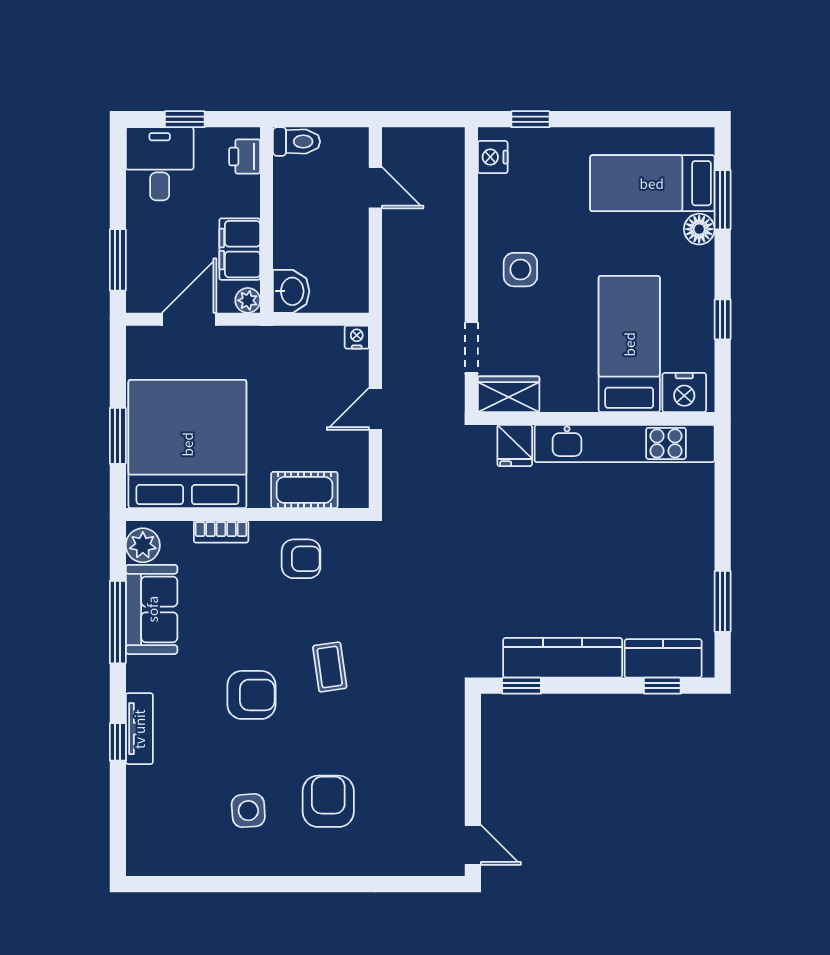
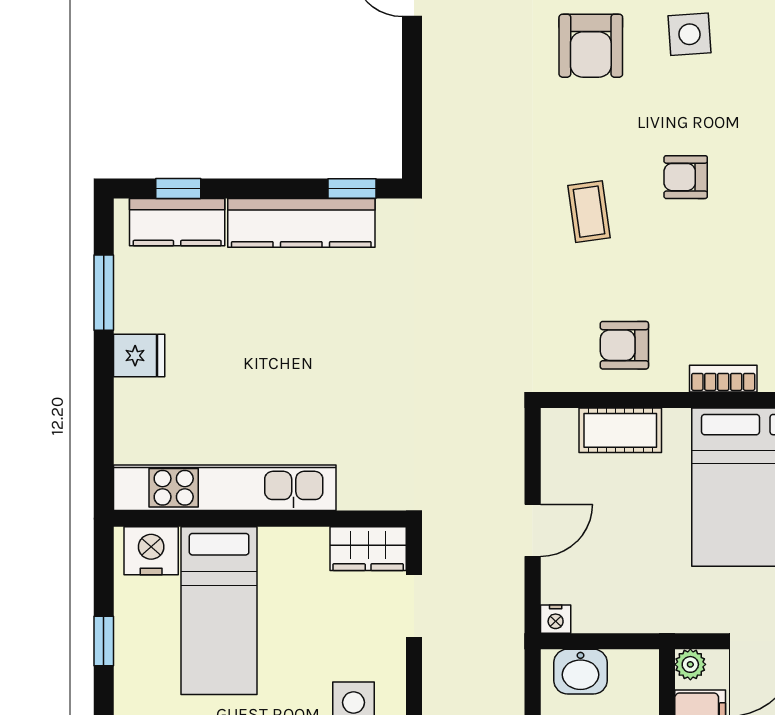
washbasin: (291, 291) -> (581, 672), moved, turned -90
fridge: (515, 445) -> (139, 356), moved, turned 90
armchair: (251, 695) -> (686, 177), width x0.72, depth x0.72

